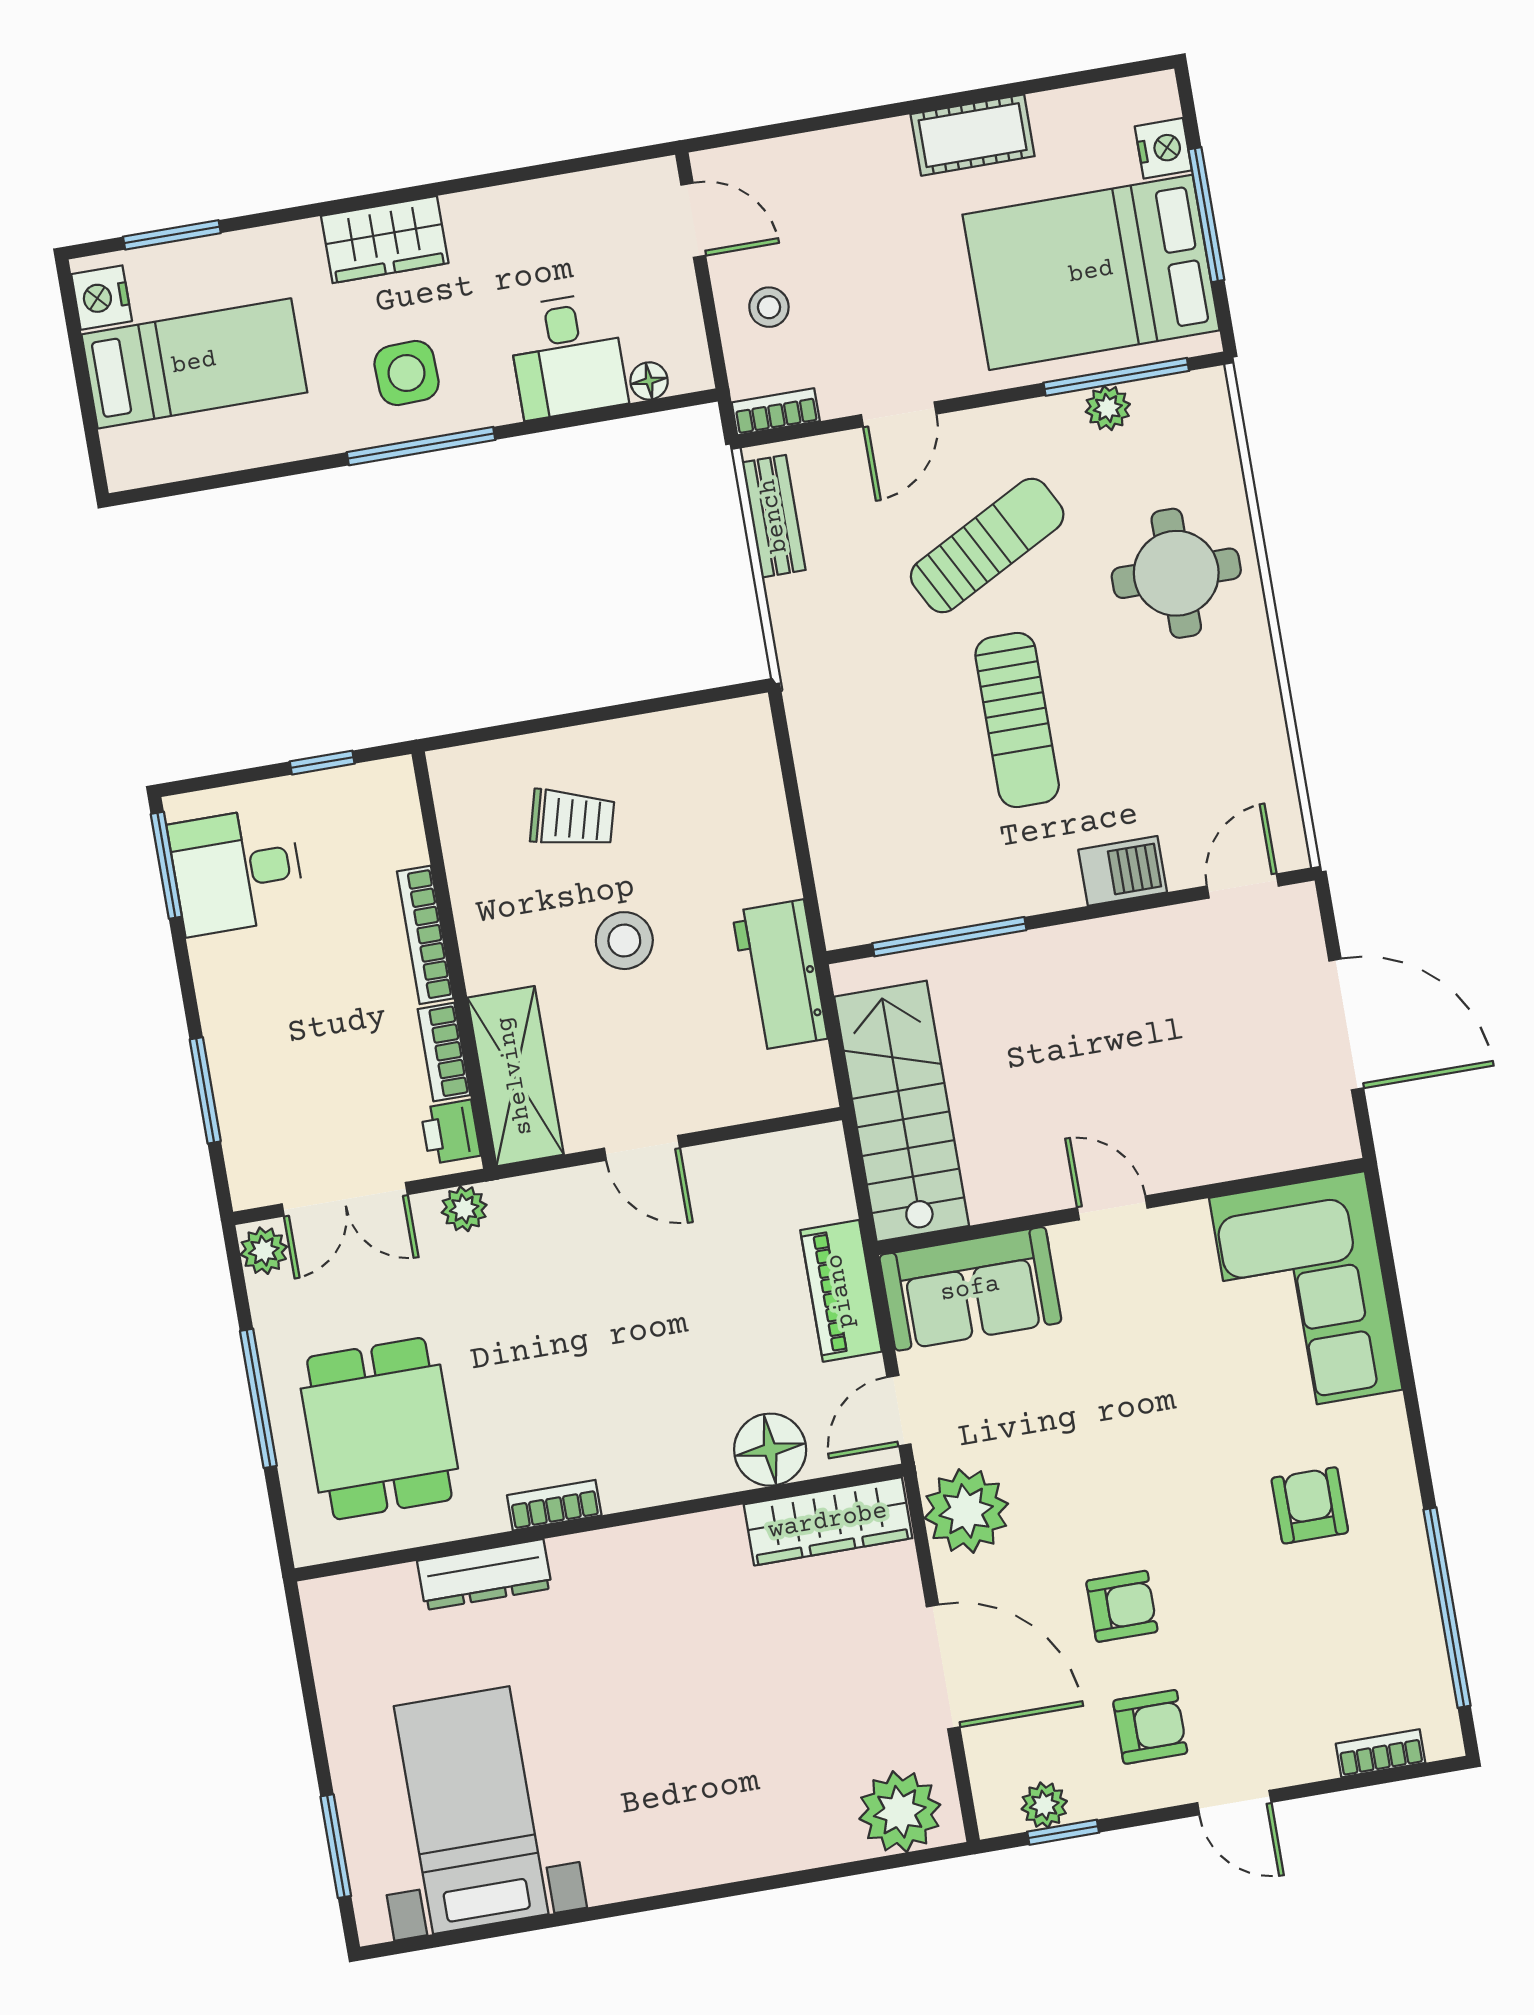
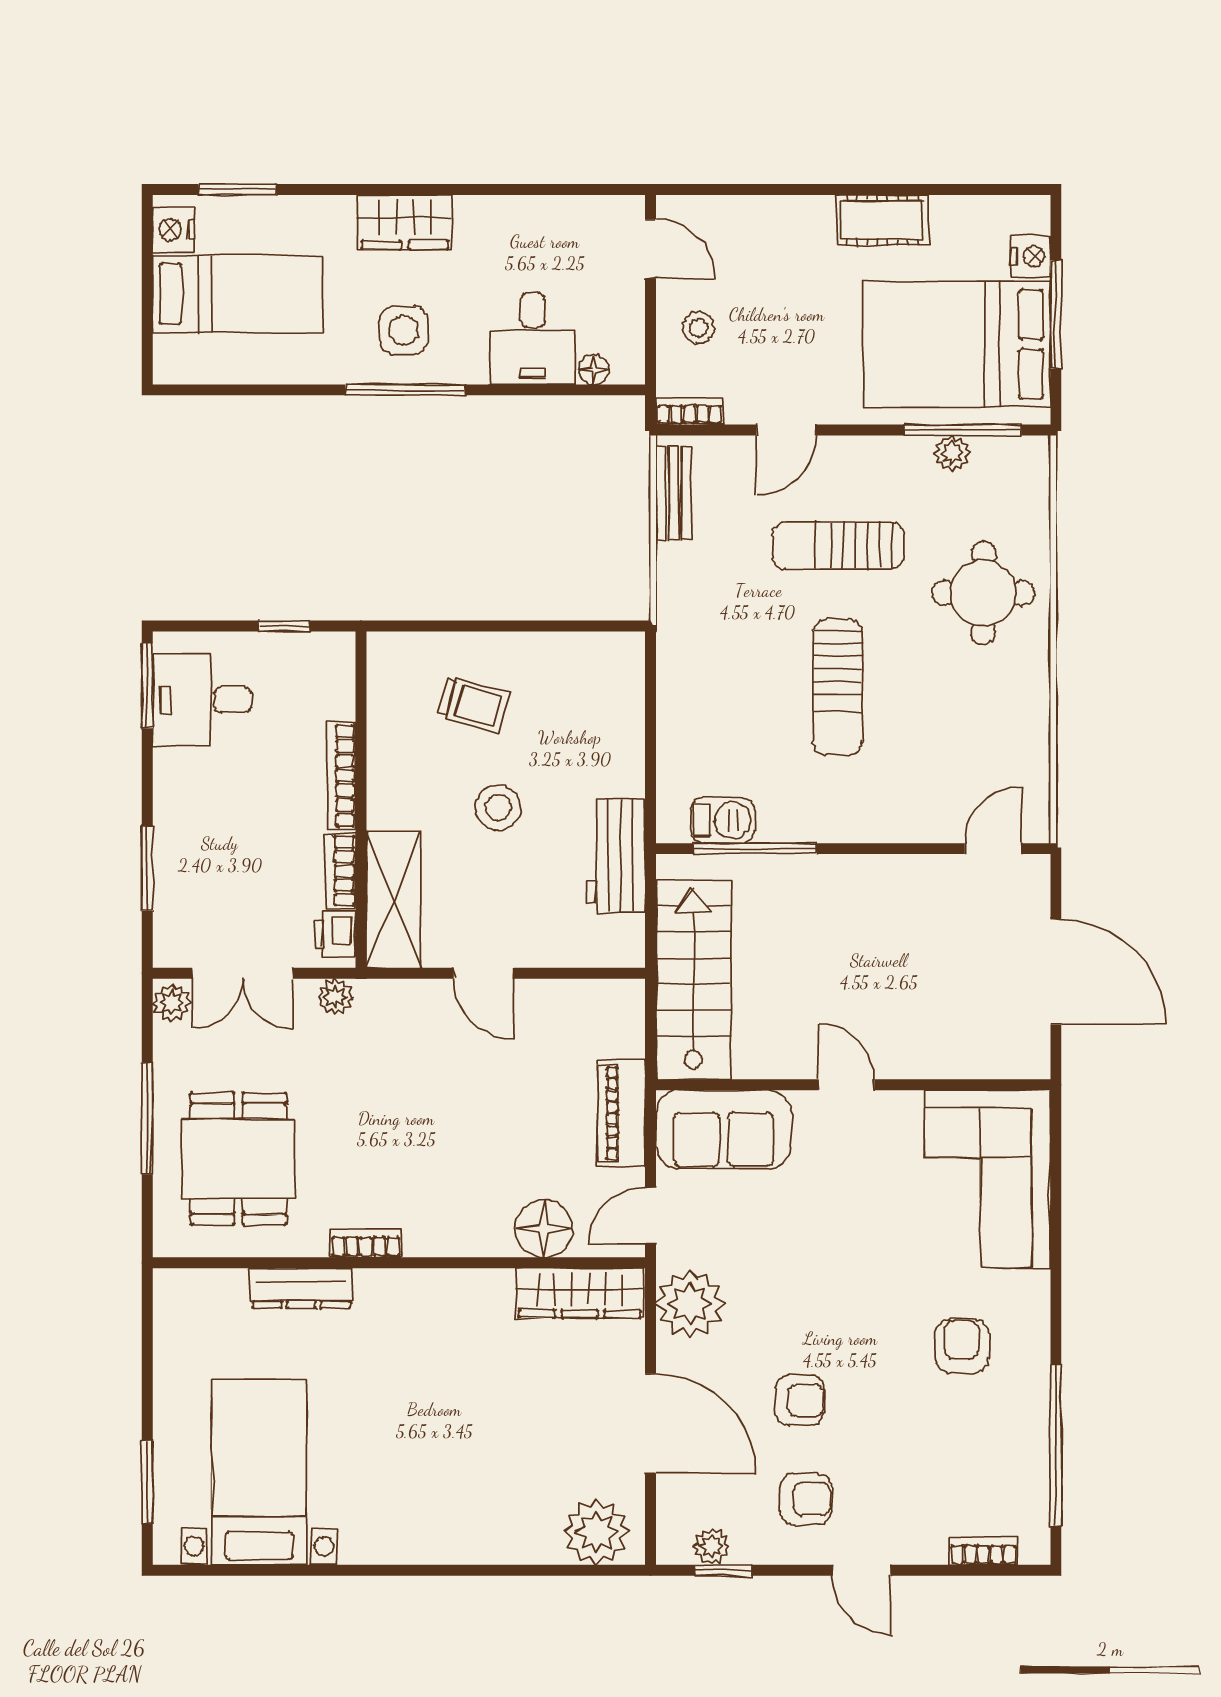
sun lounger: (987, 546) -> (838, 545), turned -152
barbecue: (1123, 871) -> (723, 820), moved

